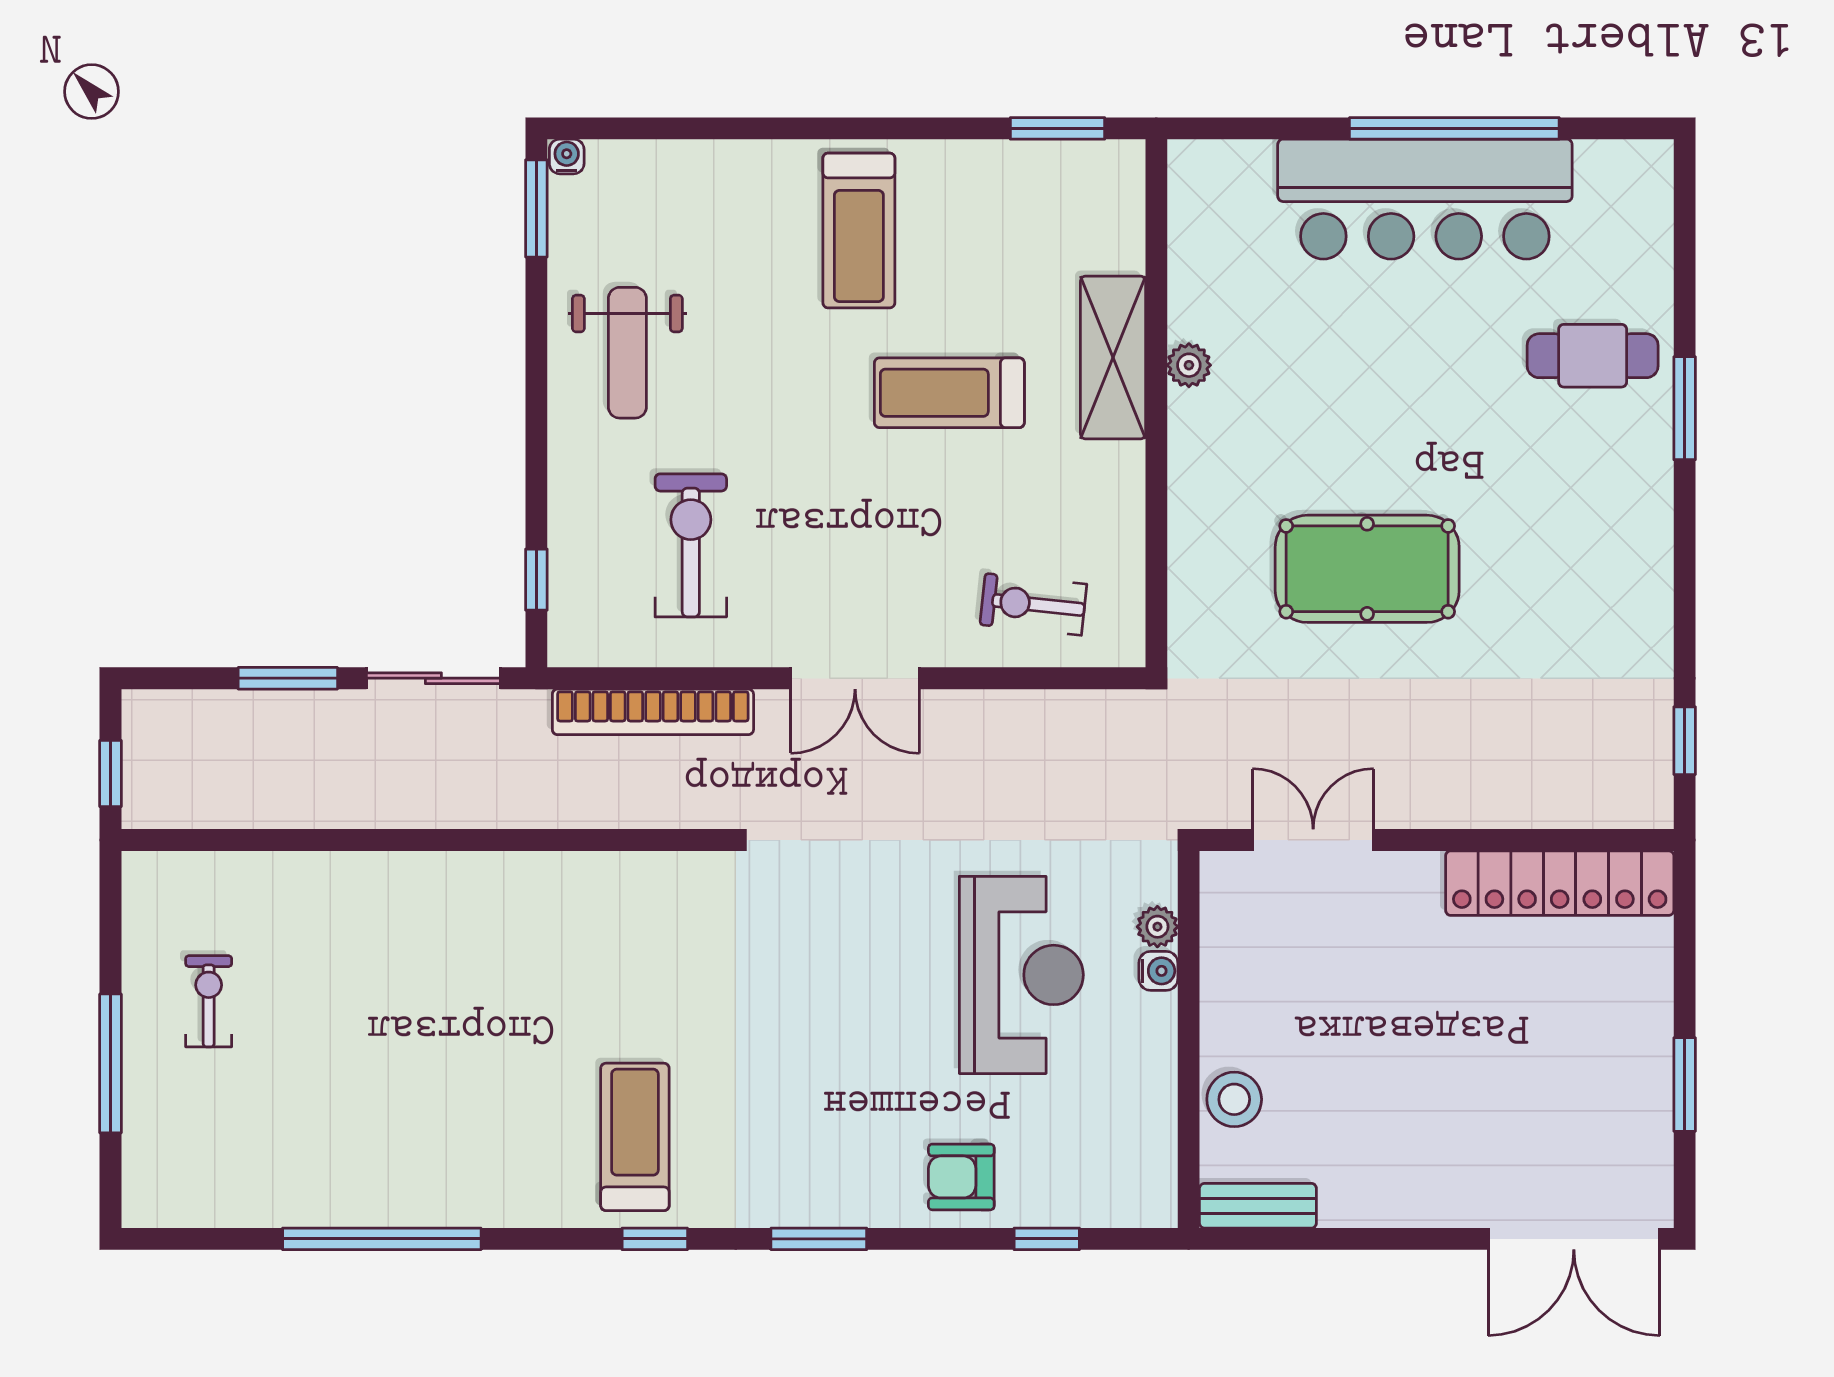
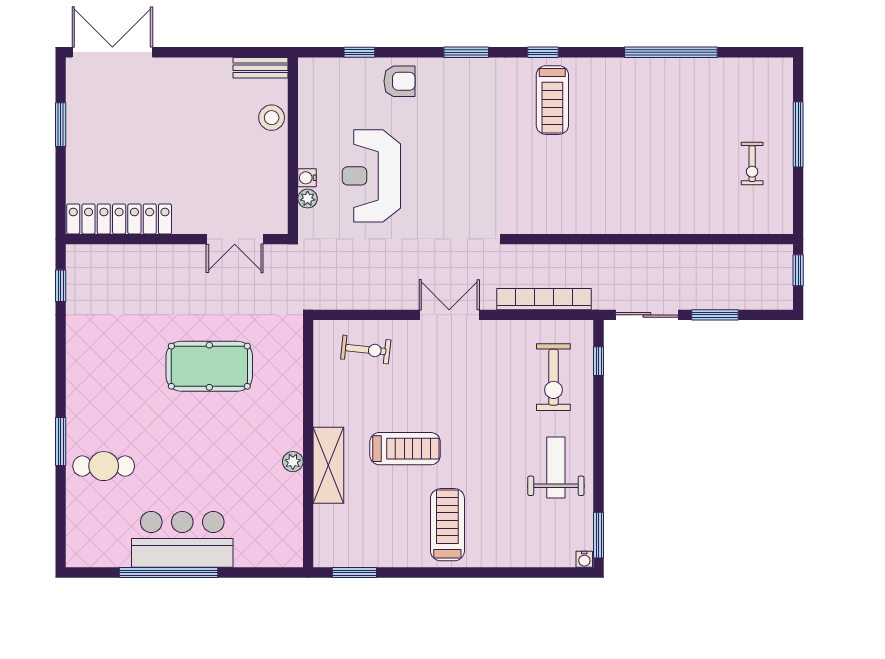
bar counter: (1425, 199) -> (182, 539), width x0.73
exercise bike: (691, 545) -> (553, 377), moved

